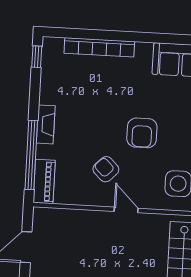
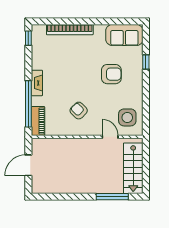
armchair: (142, 133) -> (111, 74), moved, turned -90
door: (126, 210) -> (110, 137), moved

